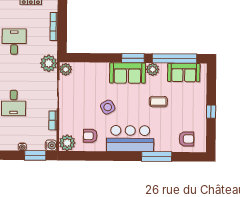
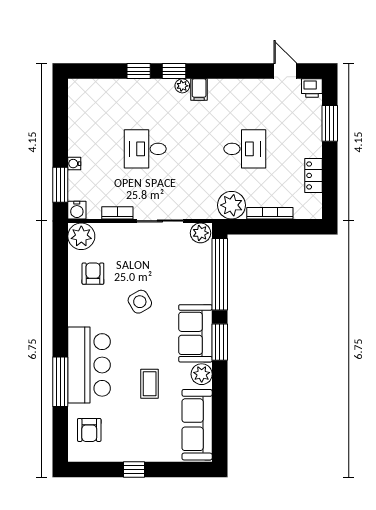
window: (174, 58) -> (220, 274), moved
plant: (49, 63) -> (232, 205), moved
sofa: (184, 72) -> (197, 425), width x1.36
bar counter: (130, 139) -> (89, 365), moved

